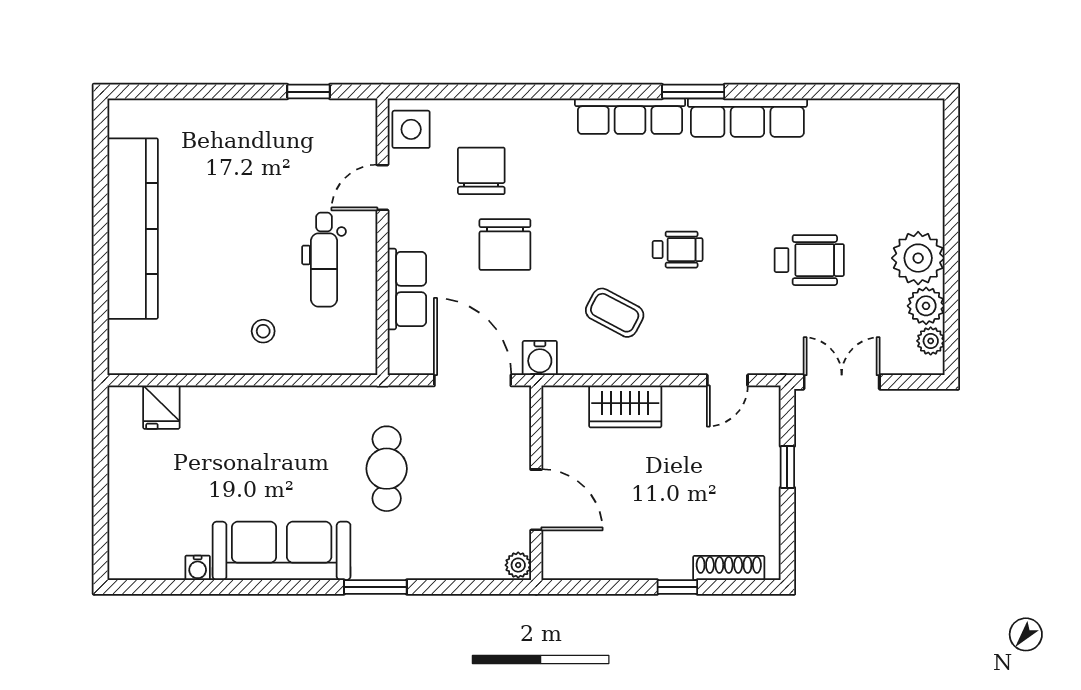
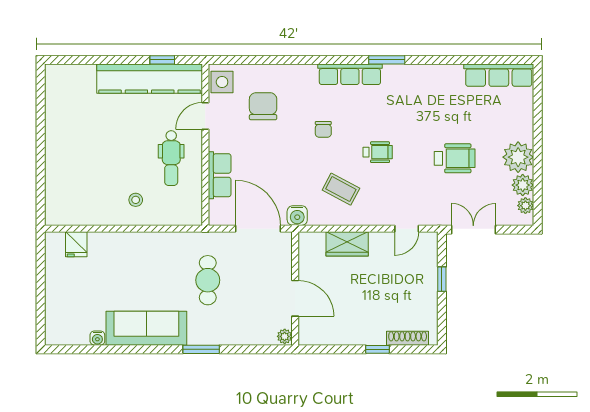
row of seats: (747, 118) -> (499, 75), moved
kitchen counter: (133, 229) -> (150, 79), moved, turned 90
chair: (505, 245) -> (323, 129), moved, width x0.54, depth x0.54

